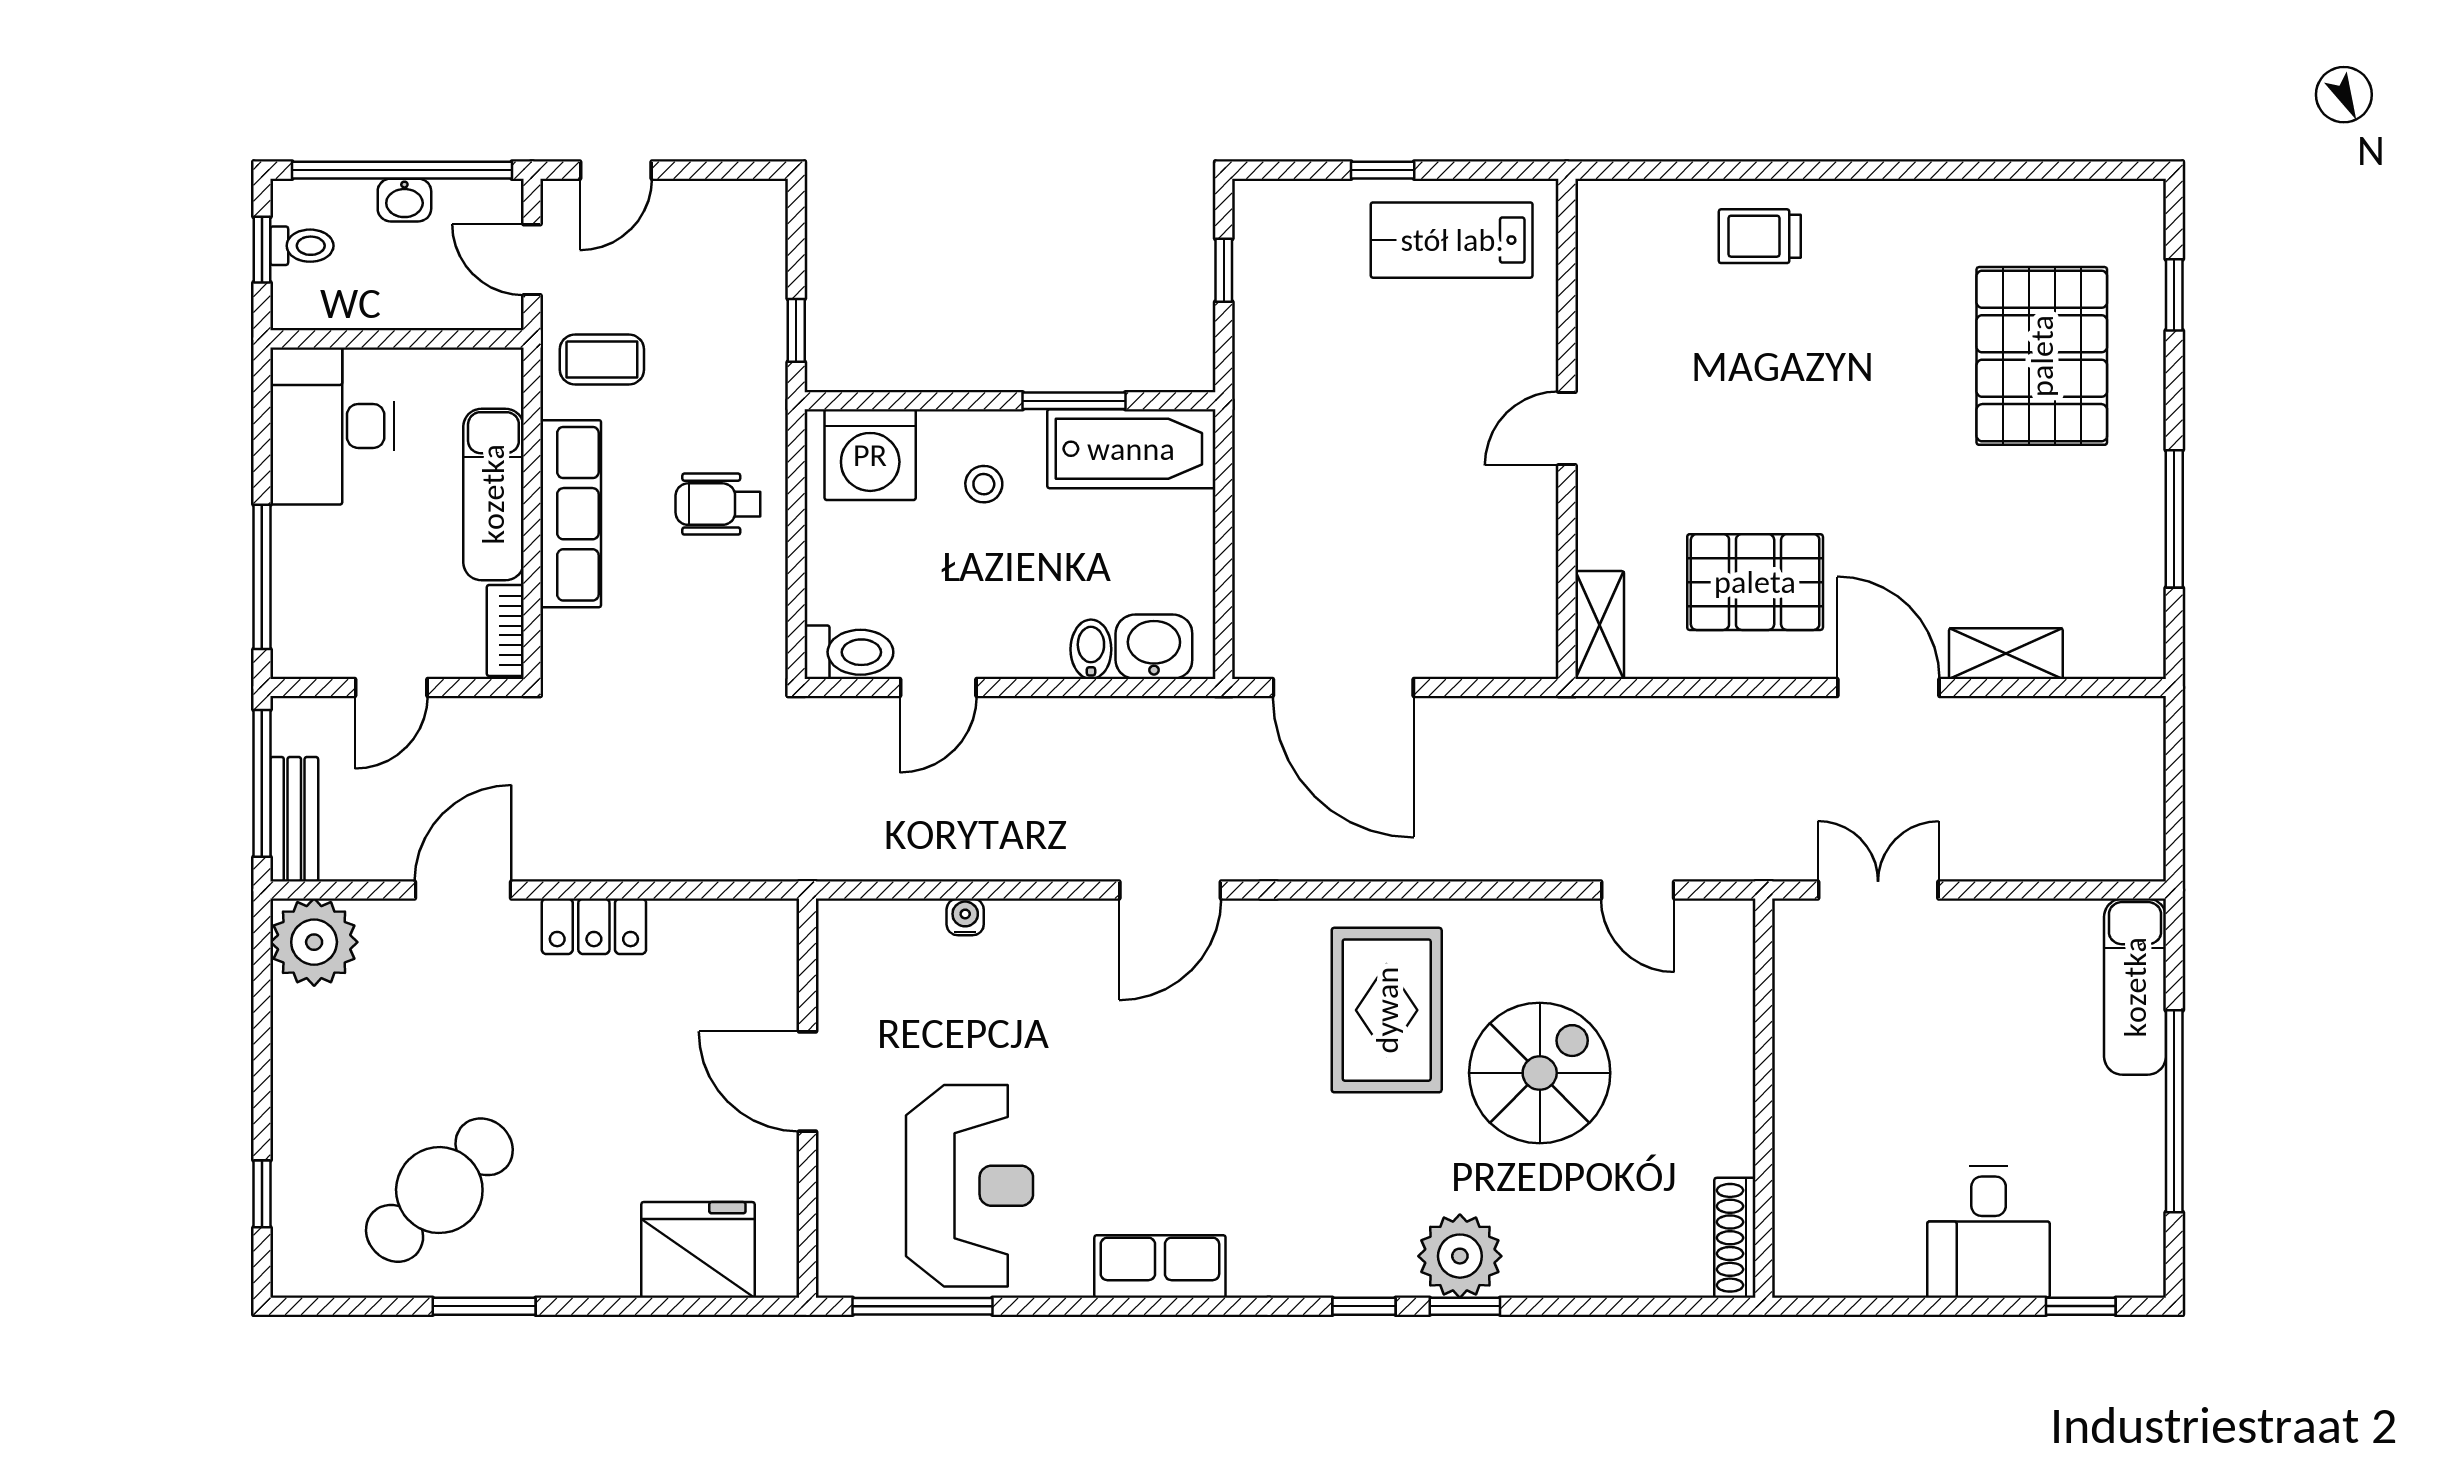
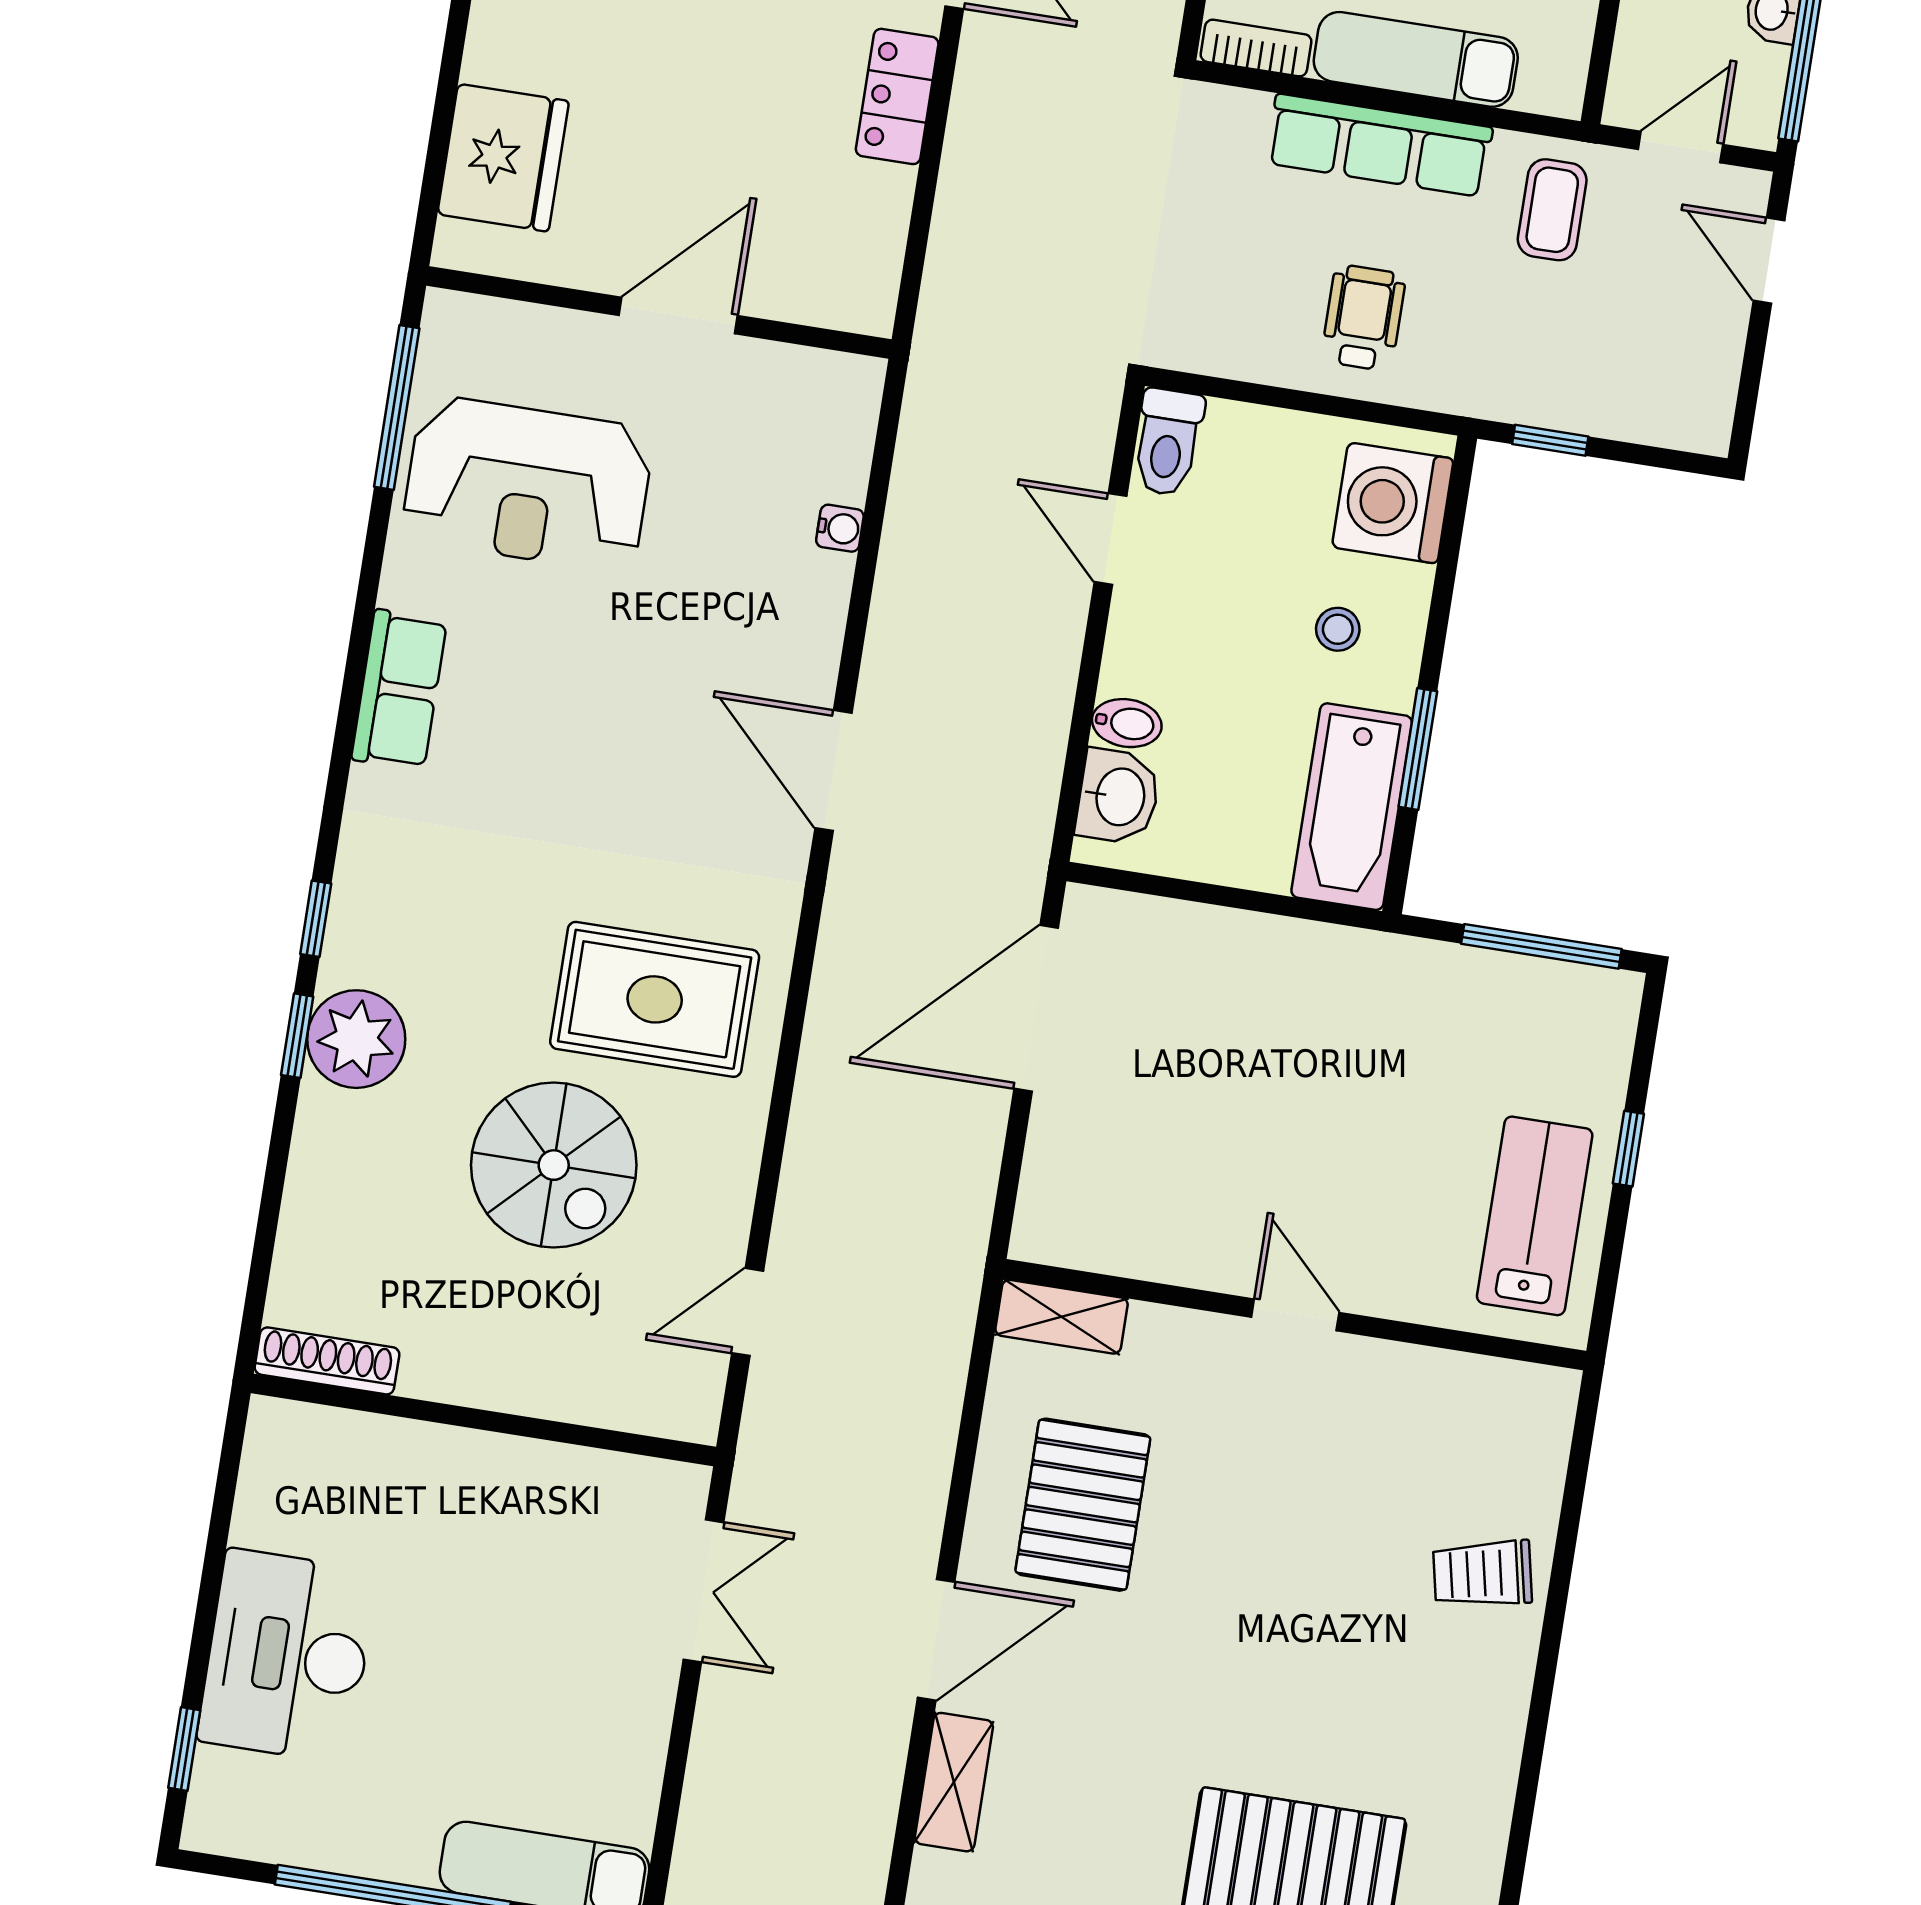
trolley: (1760, 236) -> (1483, 1574), turned -102
window: (1224, 270) -> (1541, 946), width x2.17
desk: (1989, 1232) -> (287, 1656), width x1.37

